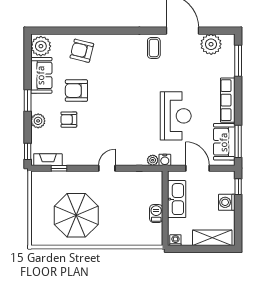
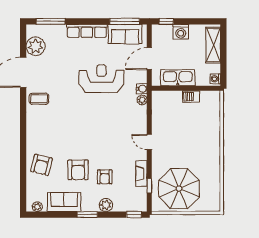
plant: (41, 46) -> (37, 207), width x0.53, depth x0.53
fireplace: (48, 160) -> (141, 174), moved
parasol: (76, 215) -> (179, 189), moved

